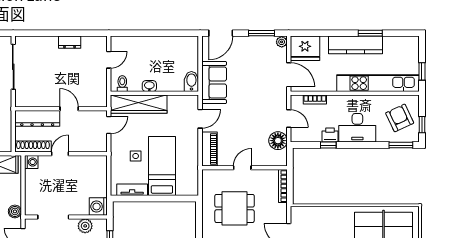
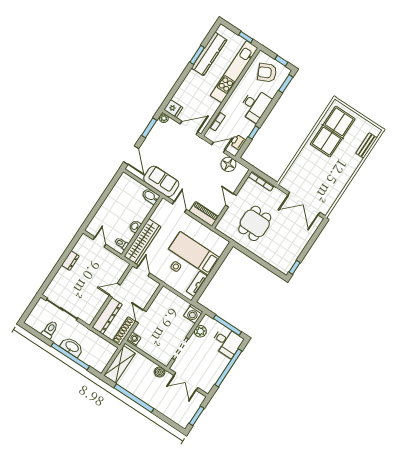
kitchen counter: (356, 45) -> (209, 54), moved
fridge: (305, 48) -> (173, 109), width x0.53, depth x0.75
printer: (330, 135) -> (238, 142), moved

